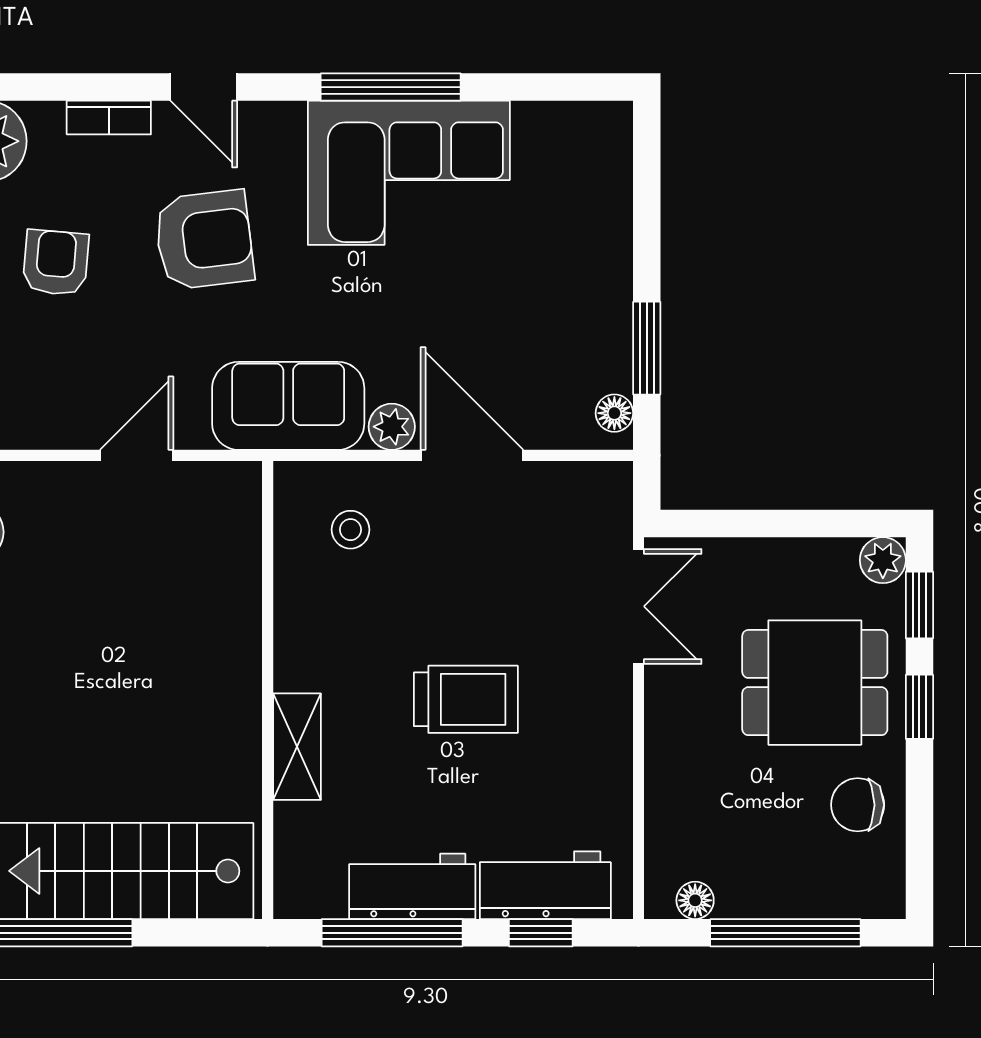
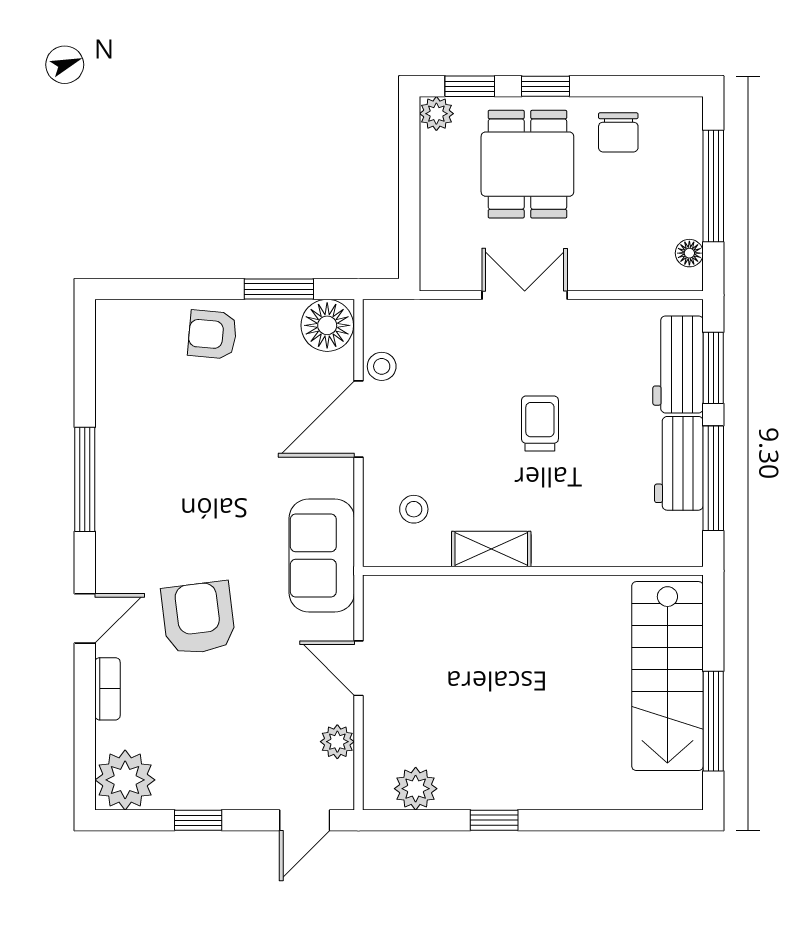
corner sofa: (409, 173) -> (149, 466), removed
armchair: (56, 263) -> (212, 334), moved
floor lamp: (614, 413) -> (327, 325), width x1.89, depth x1.89
plant: (392, 427) -> (337, 742), moved
stool: (543, 486) -> (382, 366), added
double door: (639, 606) -> (525, 295), moved
trolley: (466, 699) -> (540, 423), width x0.73, depth x0.72
shelving: (297, 747) -> (491, 549), moved
window: (541, 933) -> (713, 368), width x1.50

